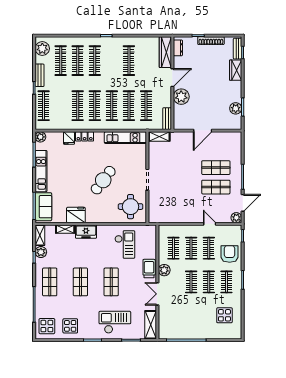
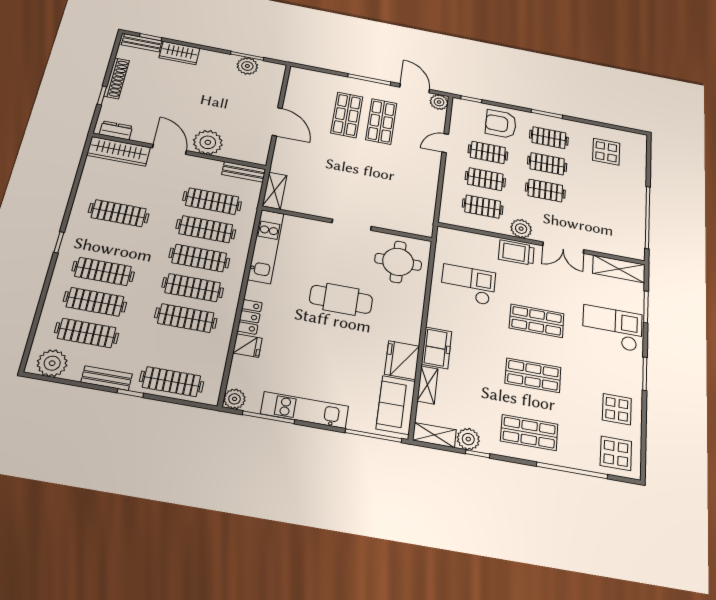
cafe table: (103, 180) -> (341, 299), turned -37
sofa: (43, 207) -> (396, 405), moved, turned -90
checkout: (115, 322) -> (612, 328), turned 90

